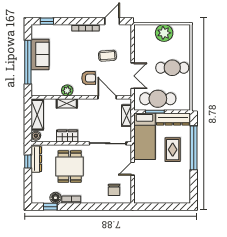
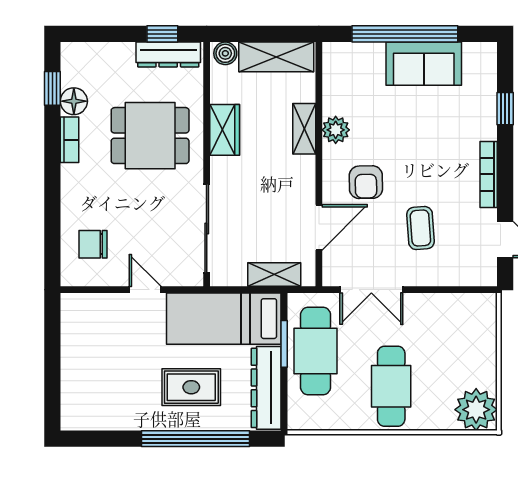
window: (47, 21) -> (505, 109), moved
plant: (164, 33) -> (476, 410), moved

